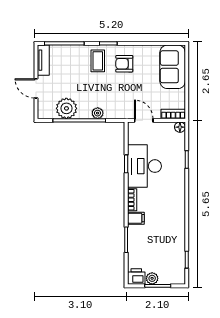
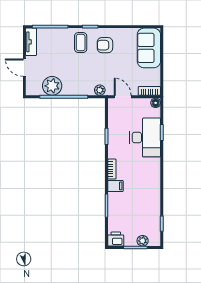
plant: (98, 113) -> (100, 90), moved
desk: (144, 166) -> (145, 137), moved, turned 180
plant: (152, 278) -> (143, 241), moved

